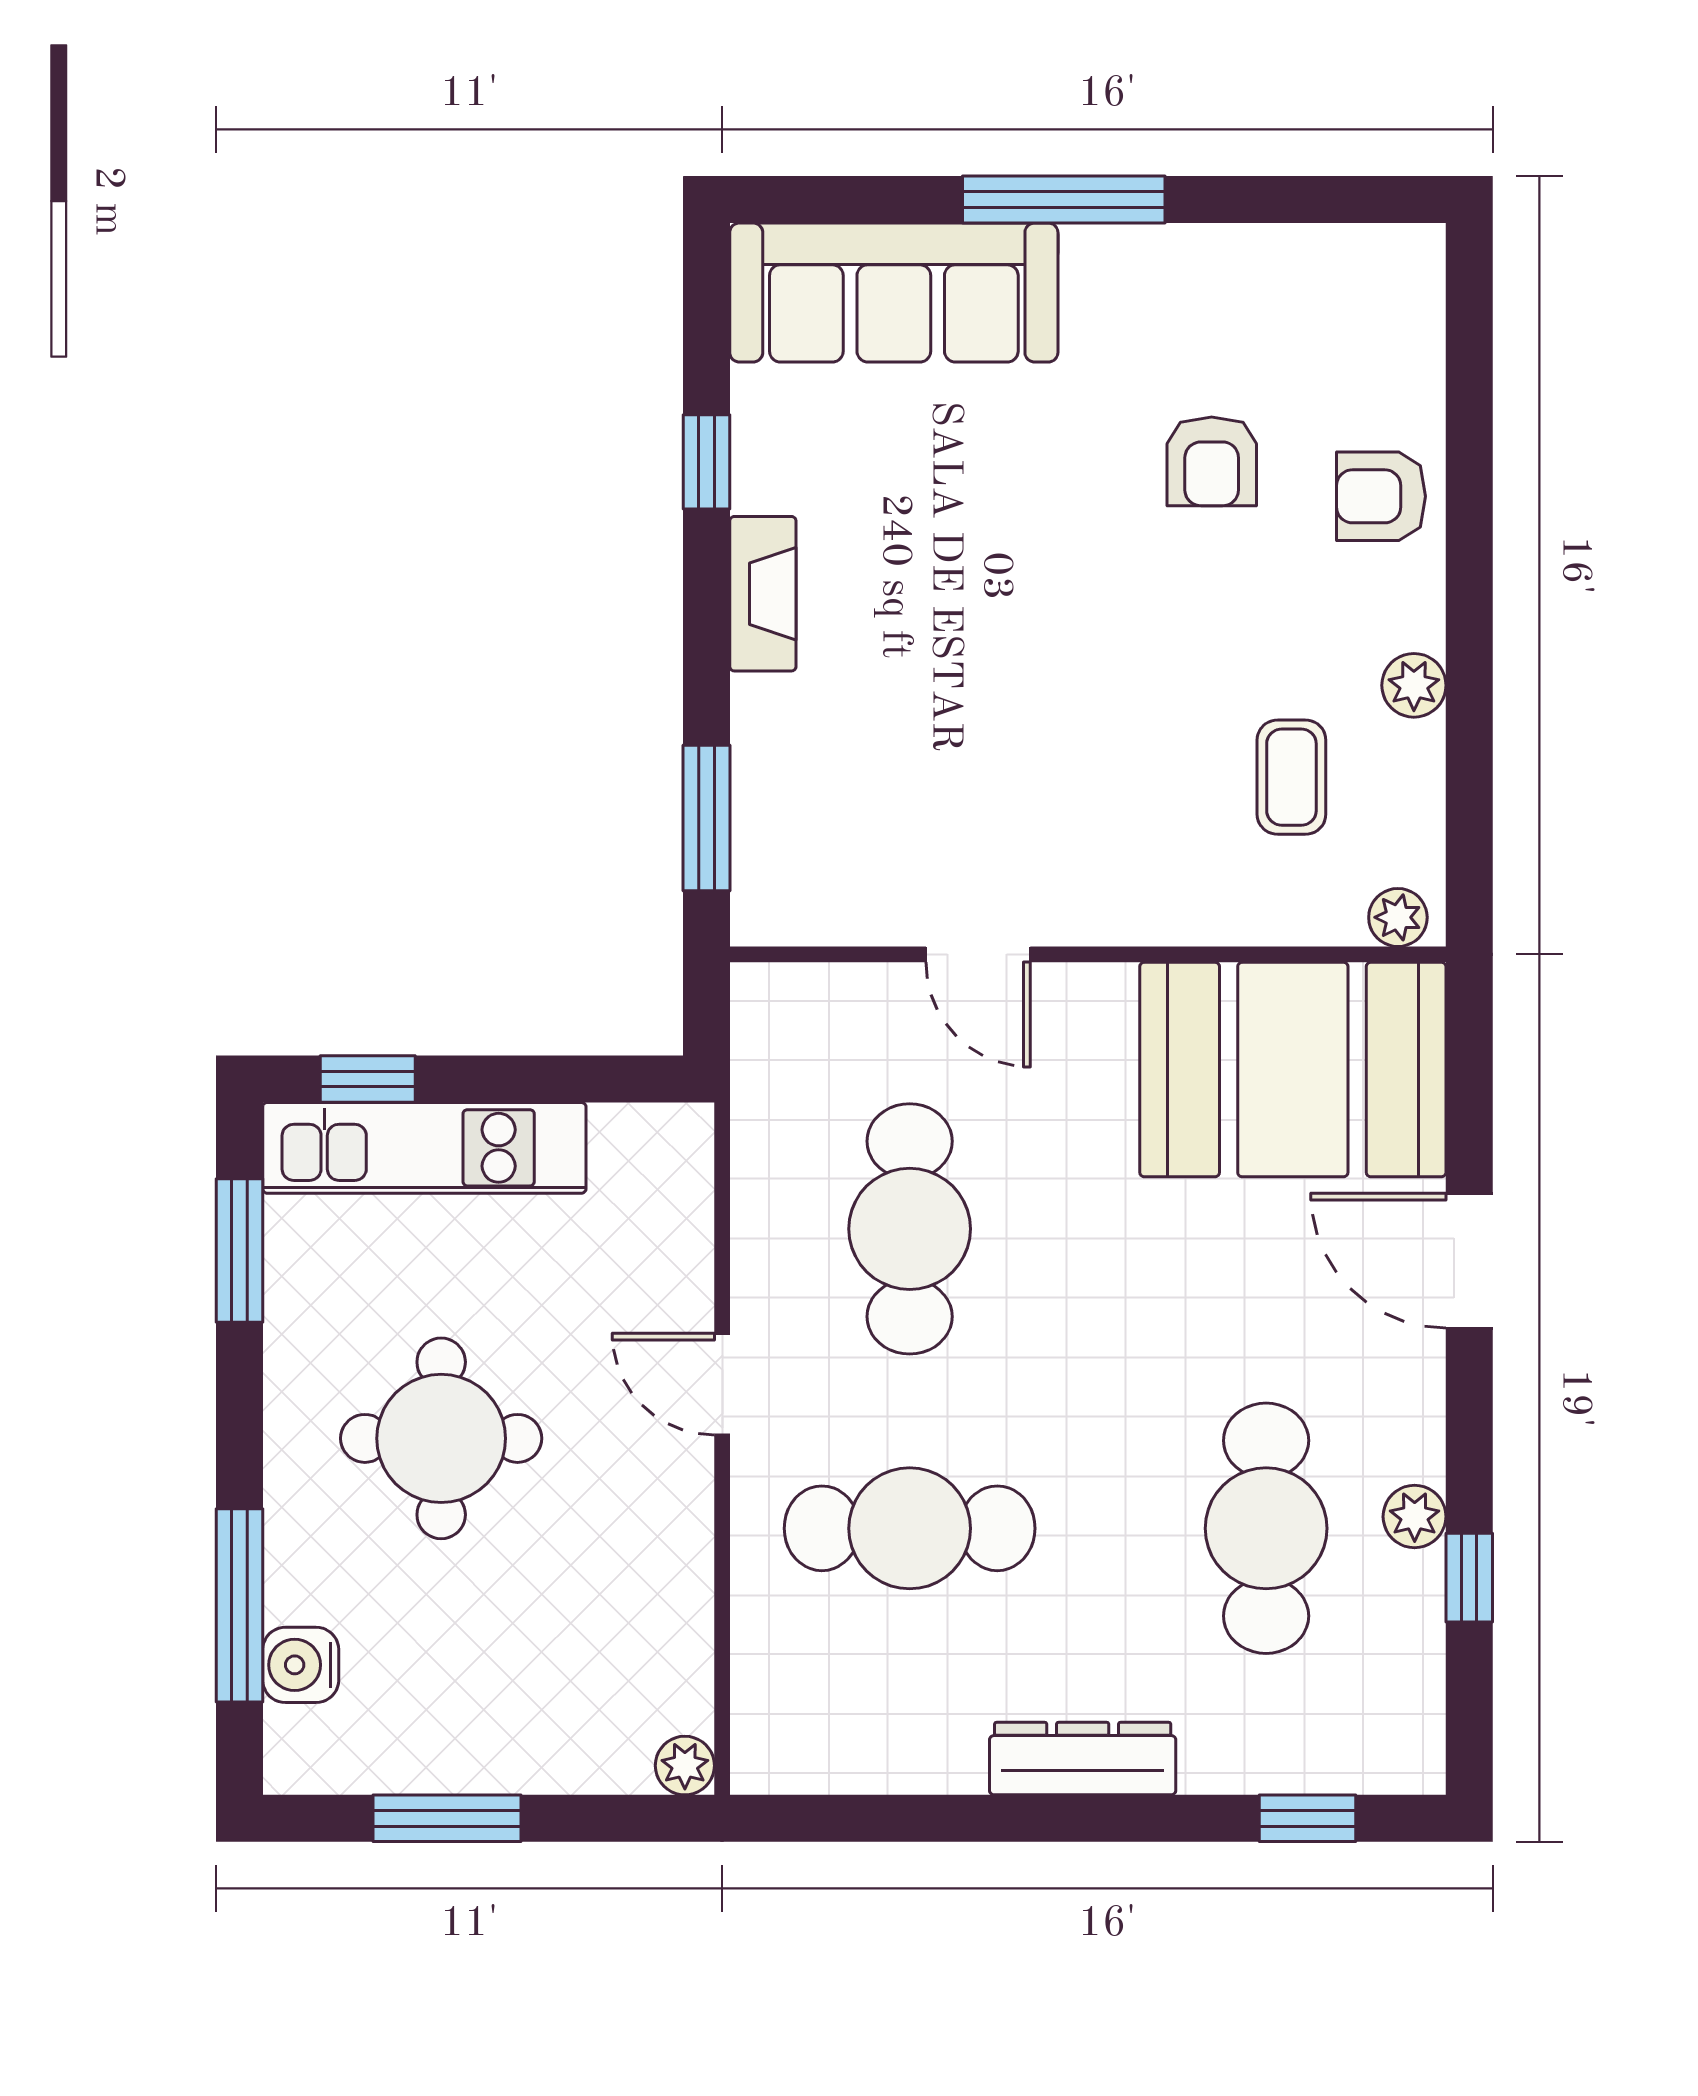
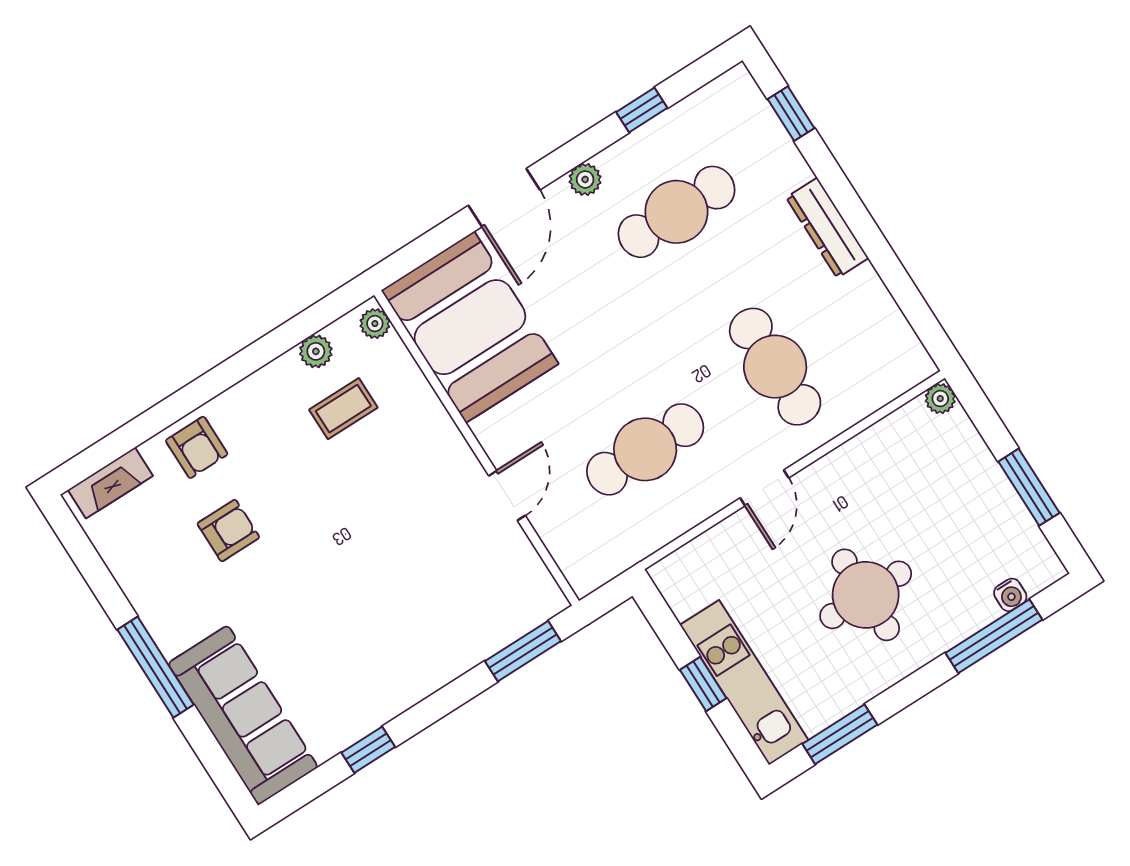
fireplace: (763, 594) -> (110, 483), moved, turned 180
plant: (1414, 685) -> (316, 351), moved
window: (368, 1079) -> (703, 684), moved
plant: (1415, 1517) -> (585, 179), moved
water cooler: (301, 1665) -> (1010, 595), width x0.72, depth x0.72

